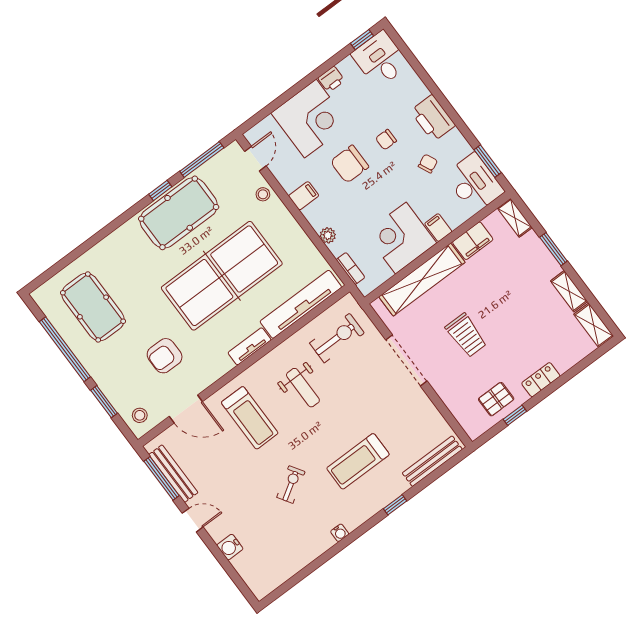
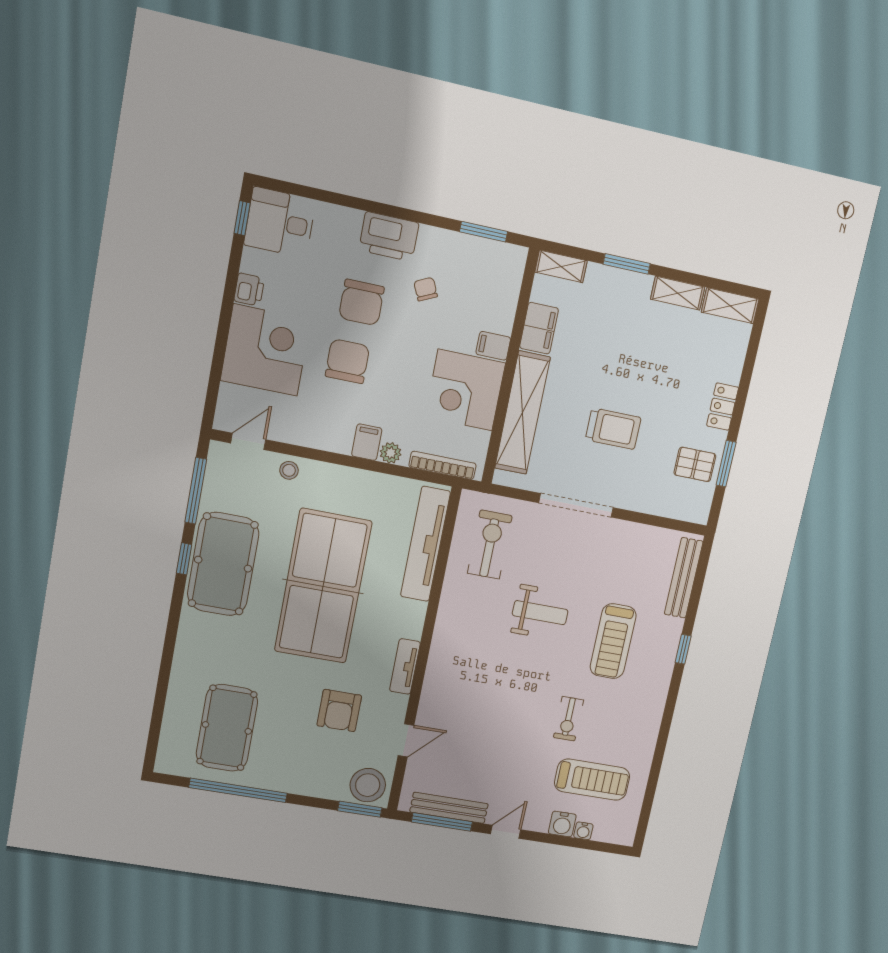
chair: (386, 140) -> (361, 302), width x1.87, depth x1.87
door: (255, 159) -> (248, 441), hinge flipped
chair: (350, 164) -> (347, 361), turned 180
desk: (474, 183) -> (490, 267), removed
filing cabinet: (304, 196) -> (367, 442), moved
bookcase: (351, 268) -> (443, 465), width x1.56
pool table: (93, 307) -> (227, 728), turned 90
tv unit: (249, 346) -> (405, 667), moved
weight bench: (303, 388) -> (540, 613), moved
pallet: (496, 399) -> (695, 464), turned 90
window: (104, 402) -> (360, 809), moved
door: (186, 409) -> (406, 740), width x0.73
stool: (140, 415) -> (368, 785), width x1.89, depth x1.89
window: (515, 415) -> (726, 464), width x1.50
treadmill: (250, 418) -> (592, 780), moved
exercise bike: (291, 484) -> (568, 719), turned -148
water cooler: (340, 533) -> (583, 831), moved, turned 90

